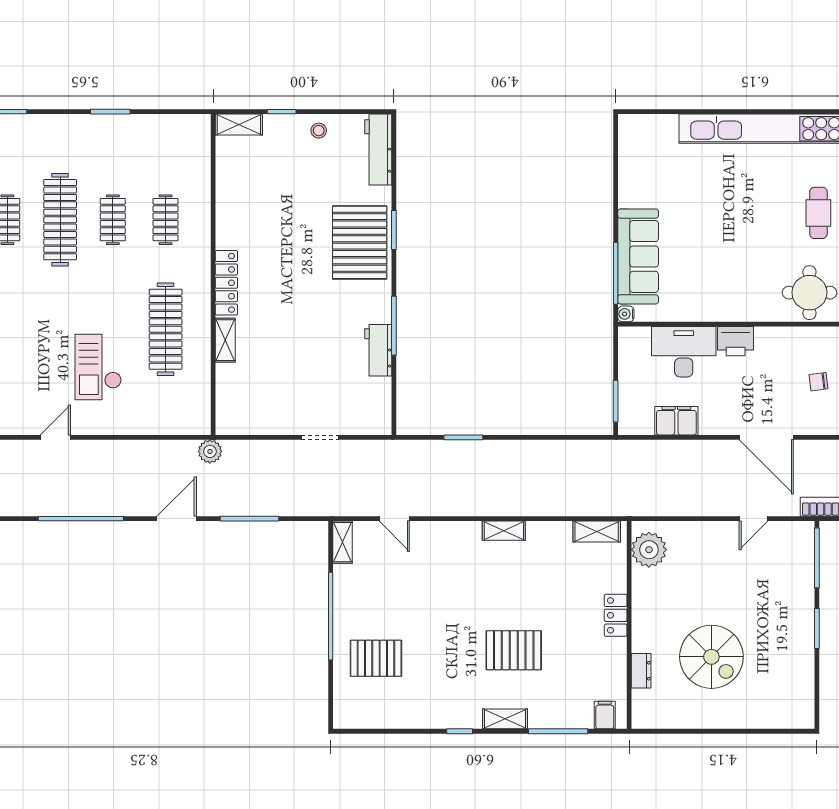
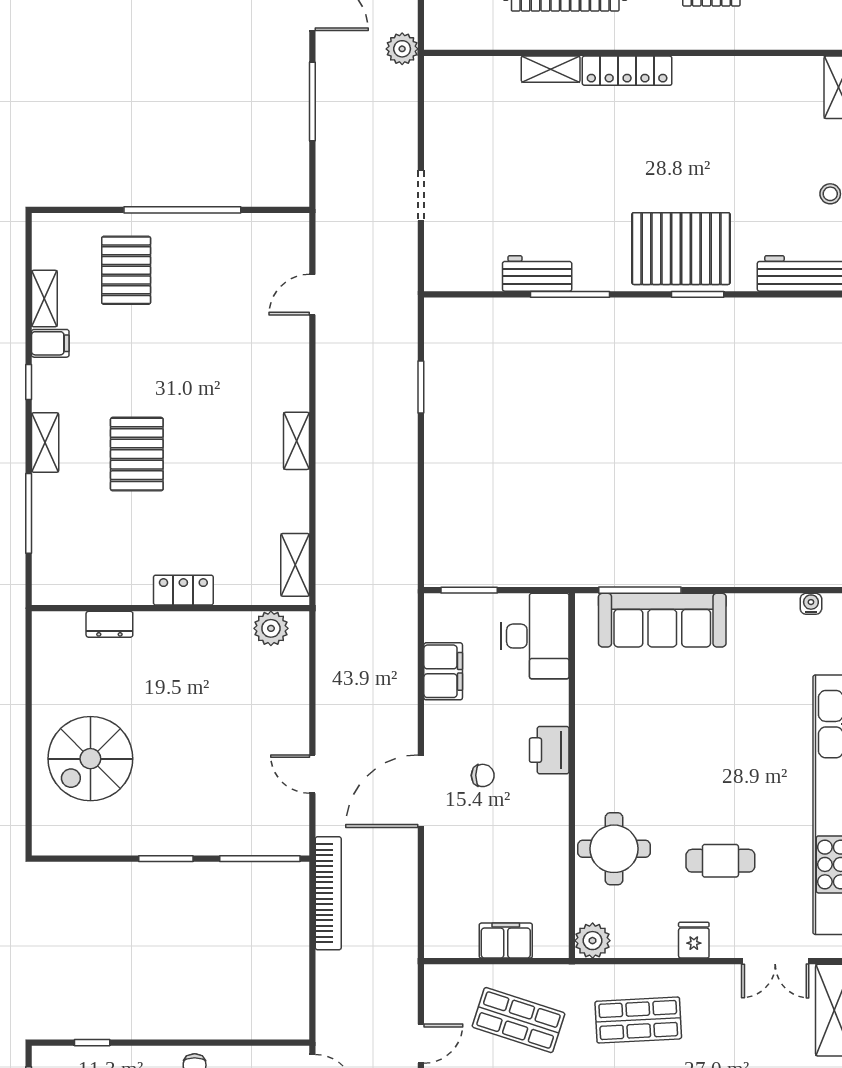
water cooler: (626, 314) -> (811, 604), moved
desk: (684, 352) -> (535, 636), moved
chair: (819, 382) -> (483, 775), moved, turned 97
shelving: (342, 542) -> (44, 299), moved, turned 90
plant: (649, 550) -> (271, 628), width x0.73, depth x0.73
spiral stairs: (711, 657) -> (90, 759), moved
filing cabinet: (605, 715) -> (50, 343), moved

